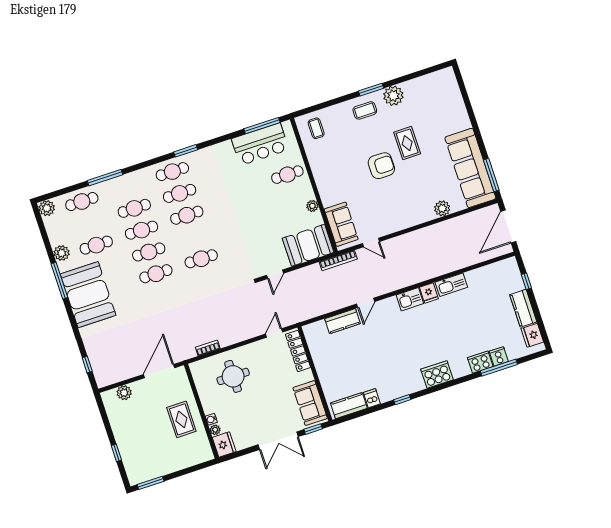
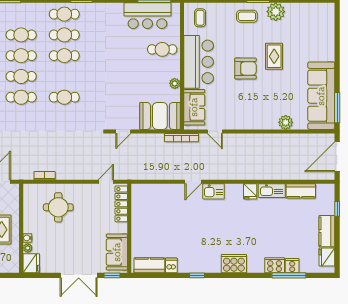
bar counter: (330, 175) -> (199, 62), added
kitchen sink: (410, 299) -> (214, 191), moved
kitchen counter: (342, 321) -> (301, 191), moved

